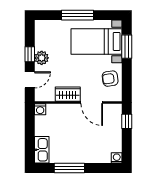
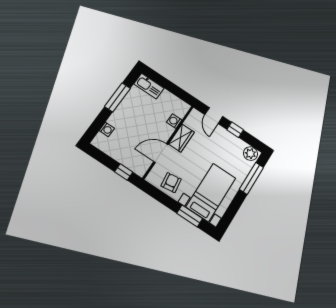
window: (78, 15) -> (252, 178), moved
plant: (42, 58) -> (250, 154), moved
washing machine: (40, 109) -> (174, 121), moved
washing machine: (117, 158) -> (107, 129), moved

